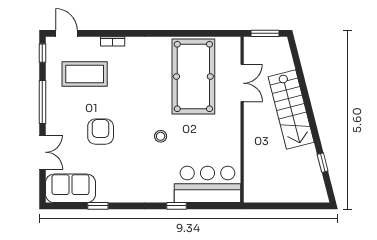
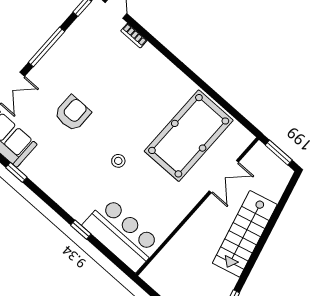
bookcase: (113, 41) -> (134, 36), moved
coffee table: (85, 74) -> (101, 55), removed

